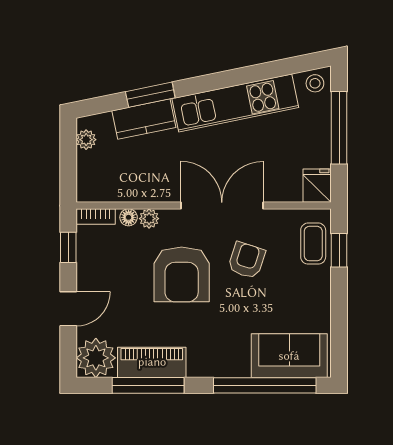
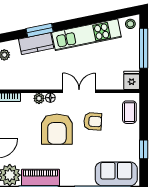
double door: (222, 206) -> (79, 91), width x0.73
floor lamp: (129, 217) -> (50, 98), moved
window: (339, 250) -> (144, 149), moved
armchair: (247, 260) -> (93, 121), turned 75

